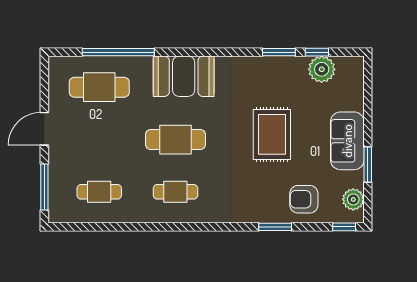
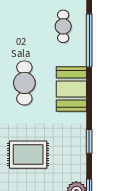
window: (279, 52) -> (89, 141), moved
cafe table: (99, 87) -> (63, 26), width x0.73, depth x0.74

